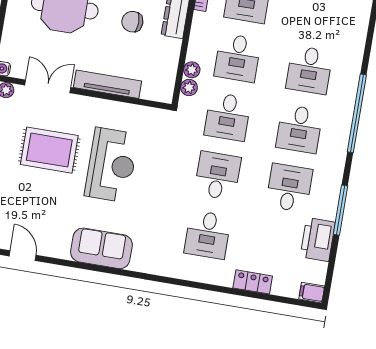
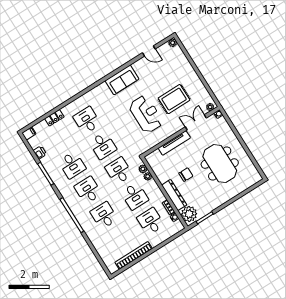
desk: (238, 58) -> (135, 196), turned 180
double door: (48, 86) -> (196, 122), swing flipped
reception desk: (111, 165) -> (146, 114), turned 180
printer: (318, 240) -> (40, 152), width x0.53, depth x0.68

